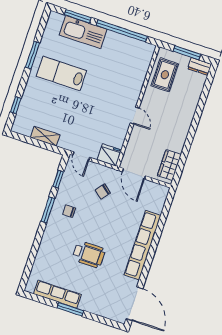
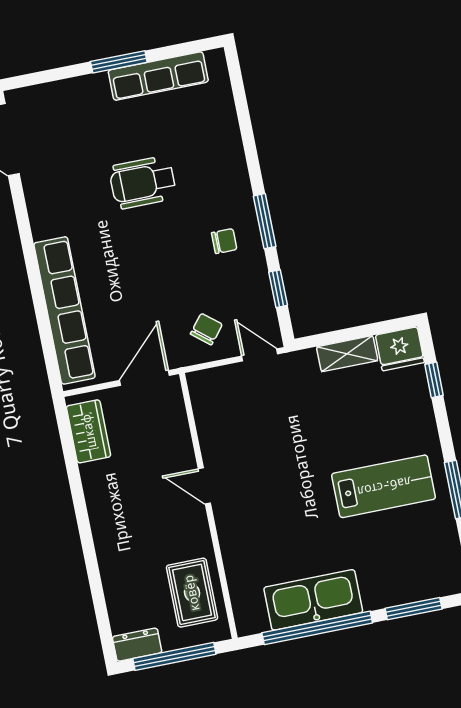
kitchen sink: (83, 32) -> (313, 600), moved
window: (187, 53) -> (174, 656), width x1.44
fridge: (109, 155) -> (400, 349), moved
door: (134, 174) -> (145, 378), hinge flipped
chair: (103, 191) -> (206, 329), moved
row of seats: (142, 245) -> (64, 310), moved

